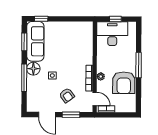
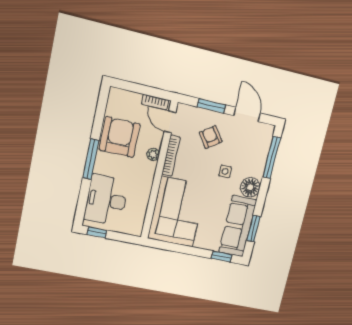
window: (115, 19) -> (97, 232), moved
desk: (112, 34) -> (106, 200), moved, turned 90
corner sofa: (78, 43) -> (177, 212), added
window: (24, 78) -> (272, 157), moved

